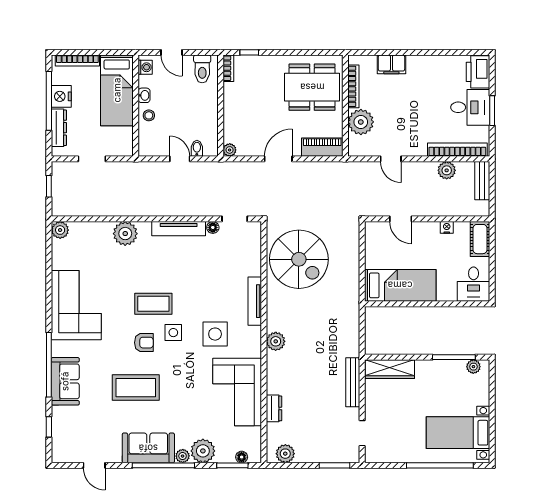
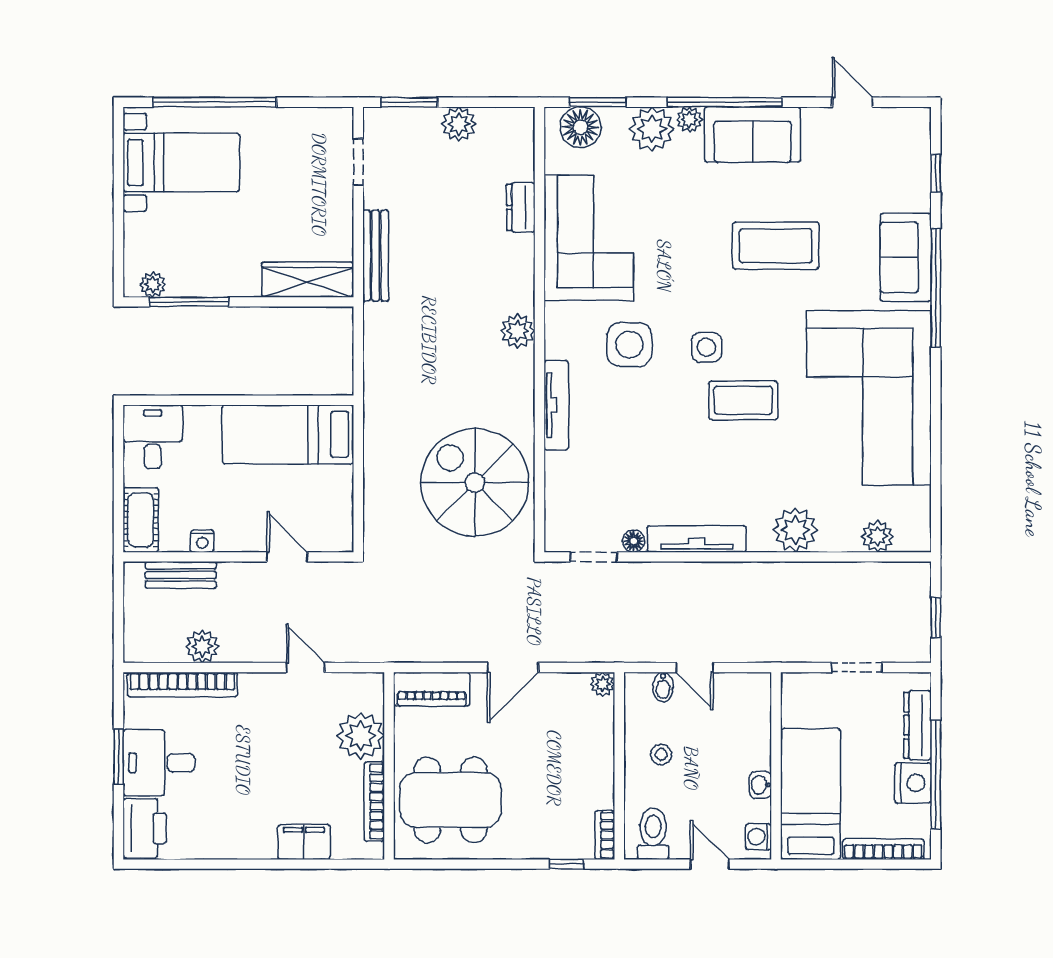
stool: (149, 115) -> (661, 754), moved
bench: (482, 181) -> (181, 575), moved, turned 90
plant: (60, 230) -> (877, 536), moved
corner sofa: (76, 305) -> (869, 398), width x1.36, depth x1.36
armchair: (144, 343) -> (761, 329), removed
plant: (285, 454) -> (459, 124), moved
floor lamp: (242, 457) -> (580, 127), width x1.89, depth x1.89

